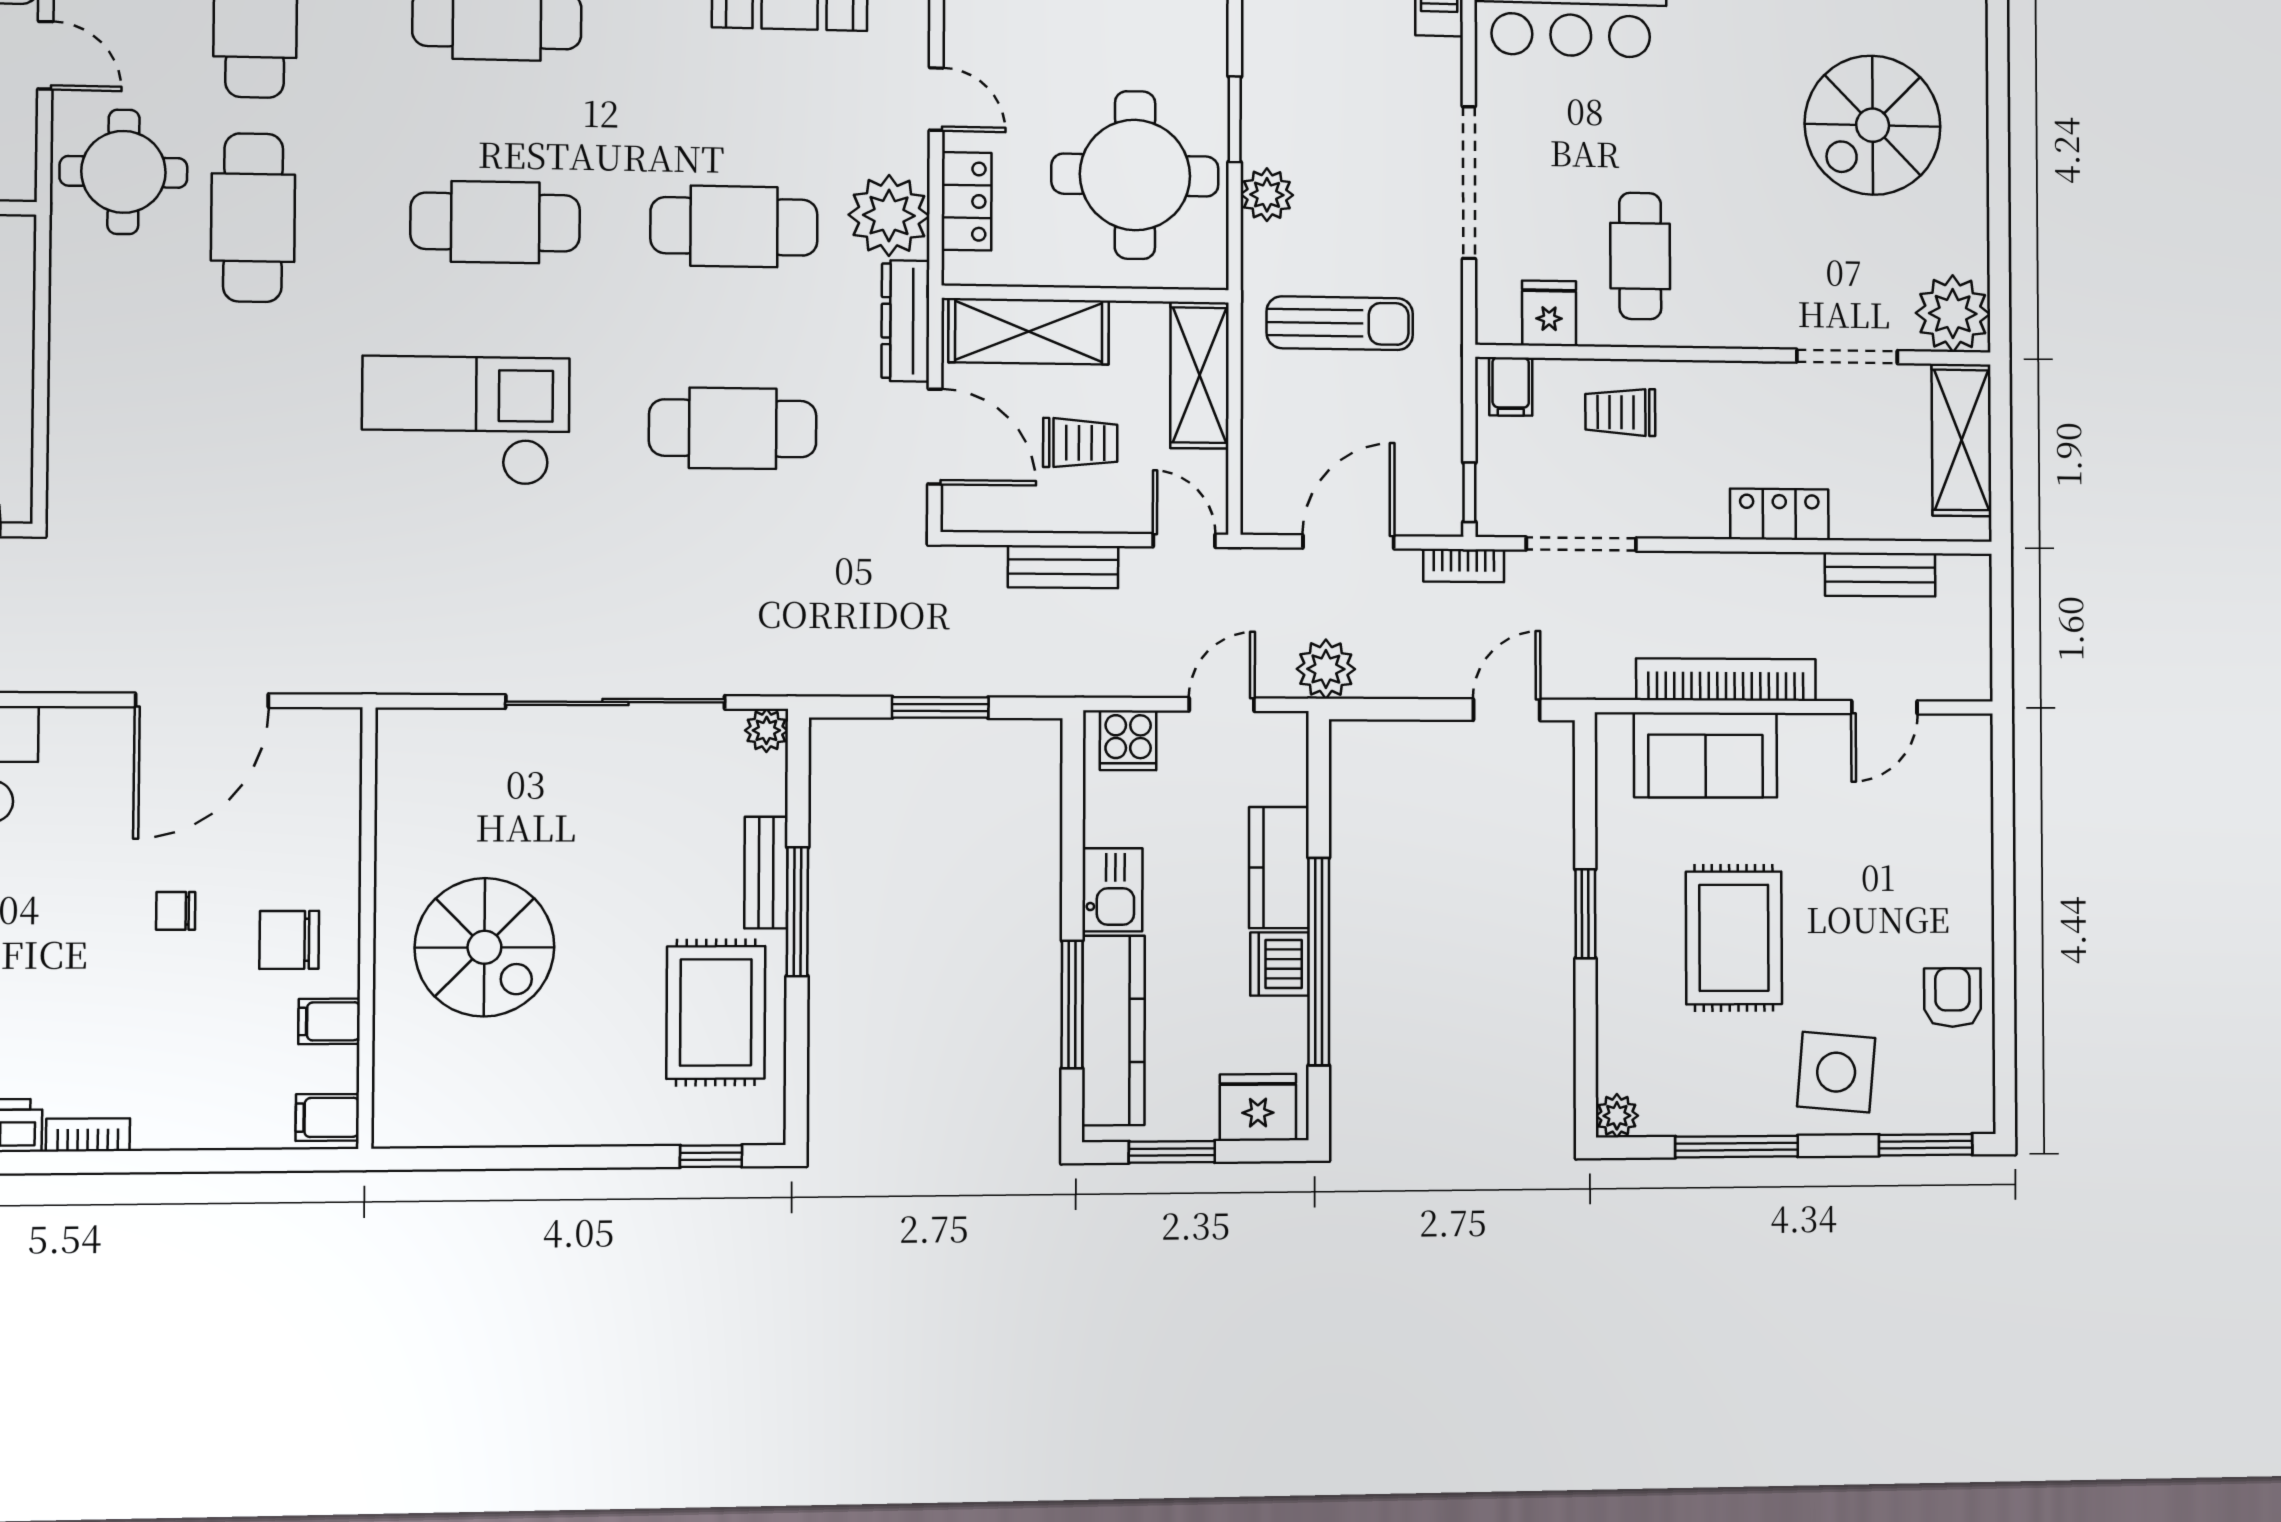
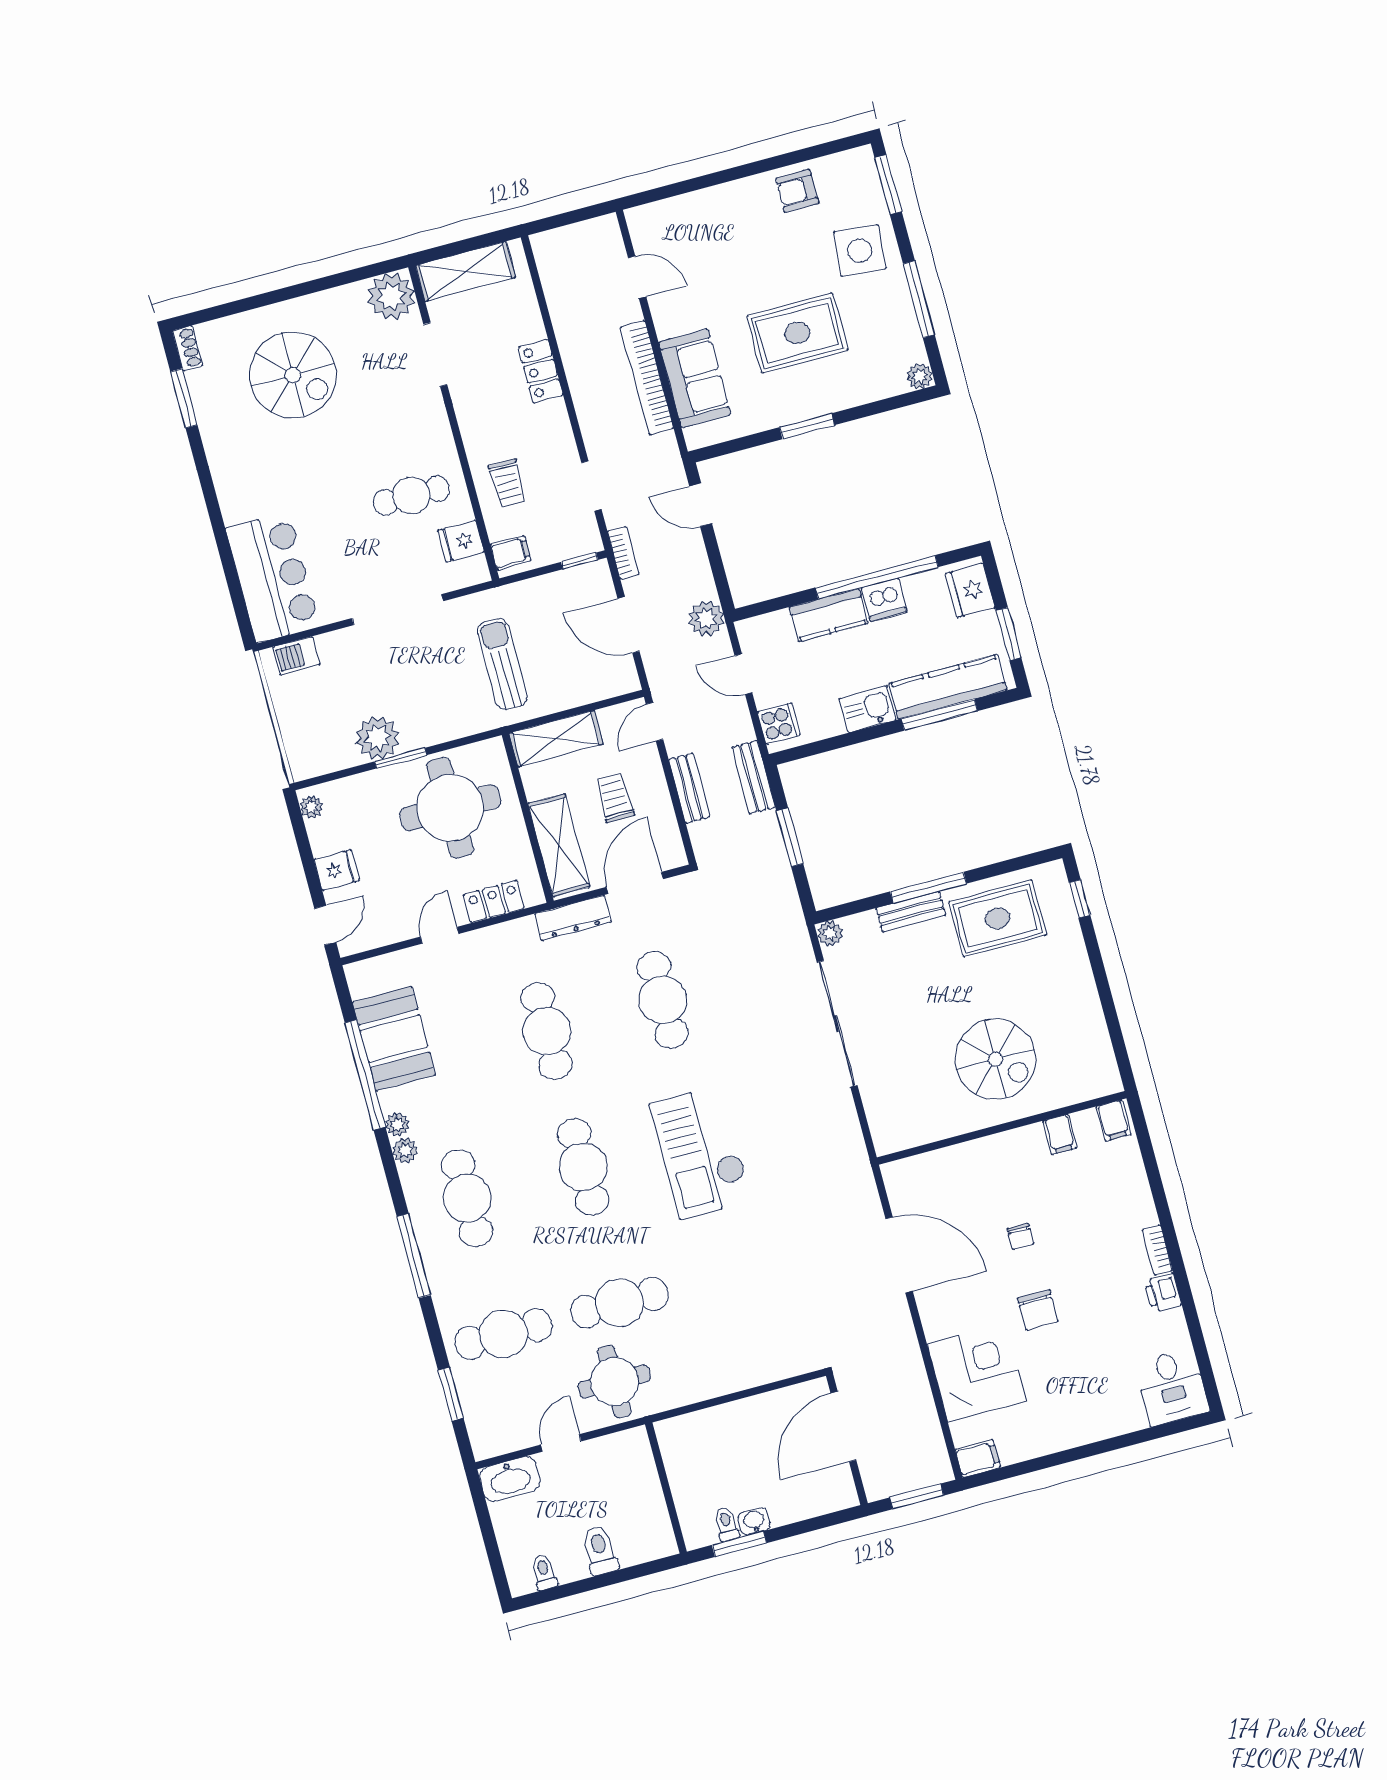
plant: (1267, 195) -> (378, 738), moved, width x1.36, depth x1.36
plant: (889, 215) -> (515, 944), removed
doorway: (1581, 544) -> (591, 486), width x0.73
bench: (1880, 574) -> (753, 777), moved
chair: (289, 940) -> (1038, 1310), moved
spiral stairs: (484, 947) -> (995, 1059), turned 90

